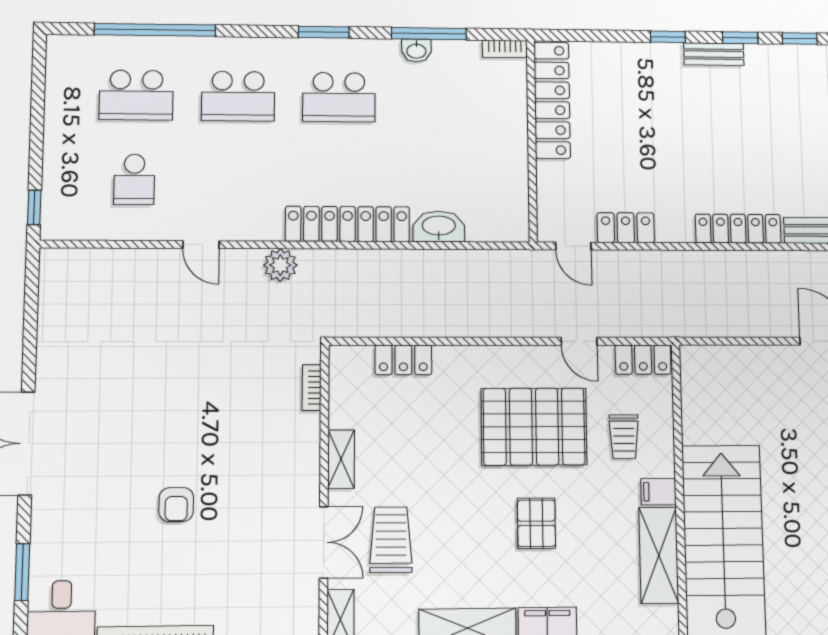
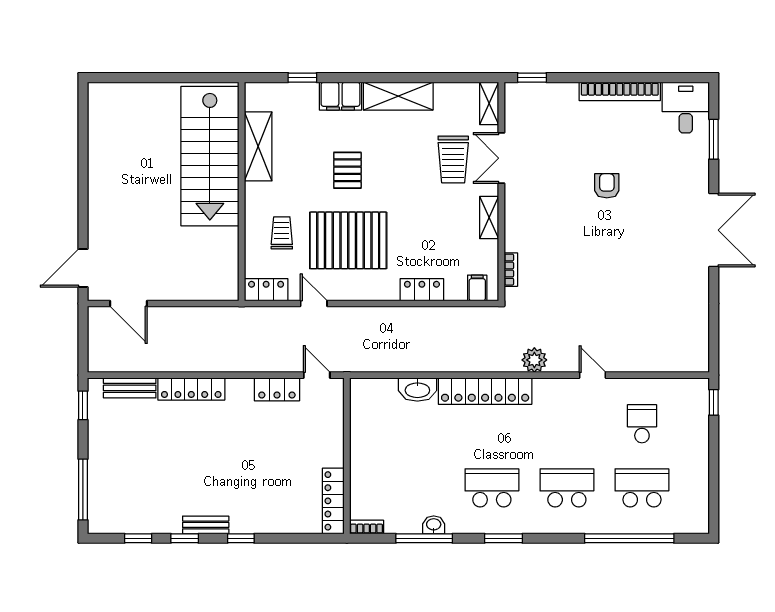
locker: (552, 100) -> (333, 501), width x0.71, depth x0.83
locker: (403, 360) -> (422, 290), moved
filing cabinet: (658, 492) -> (477, 288), moved, turned -90

